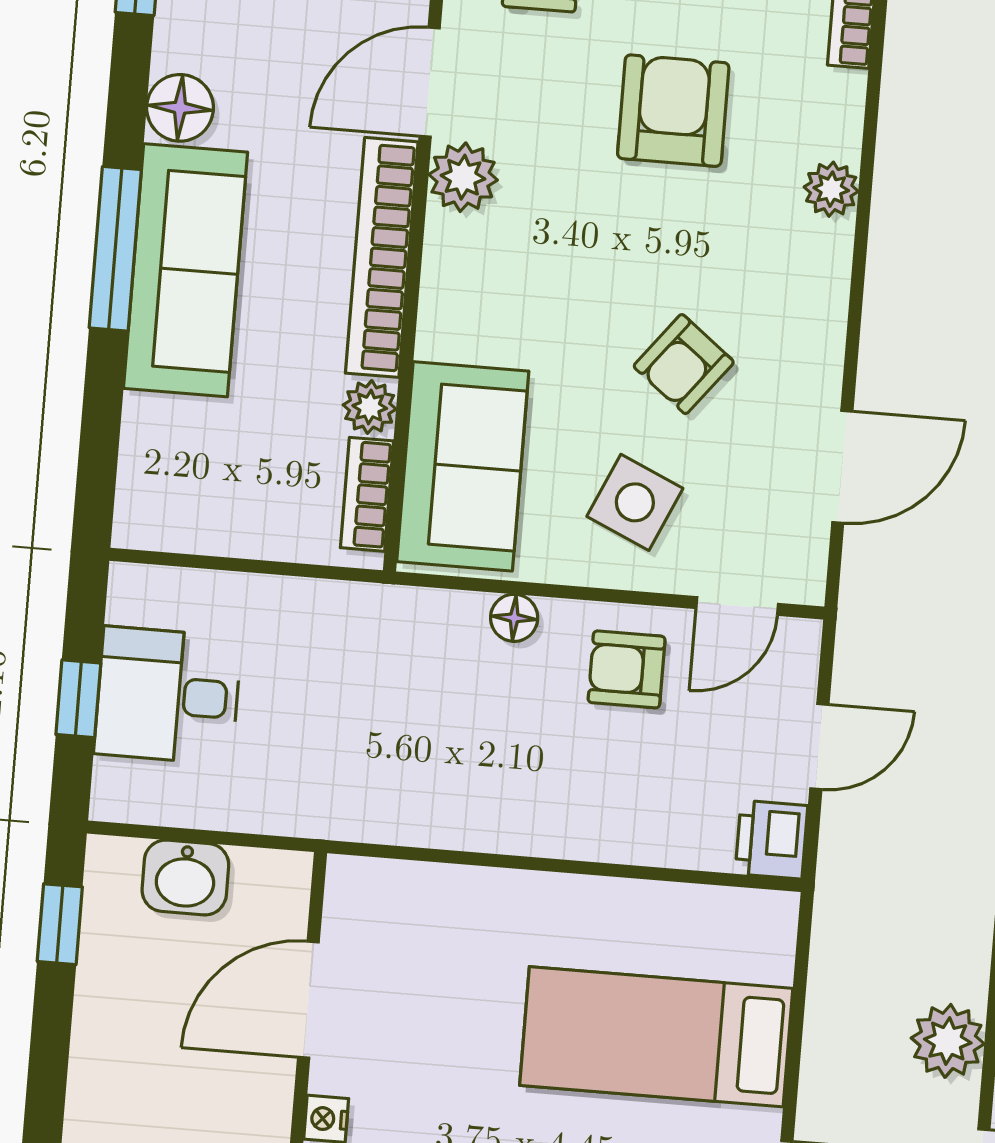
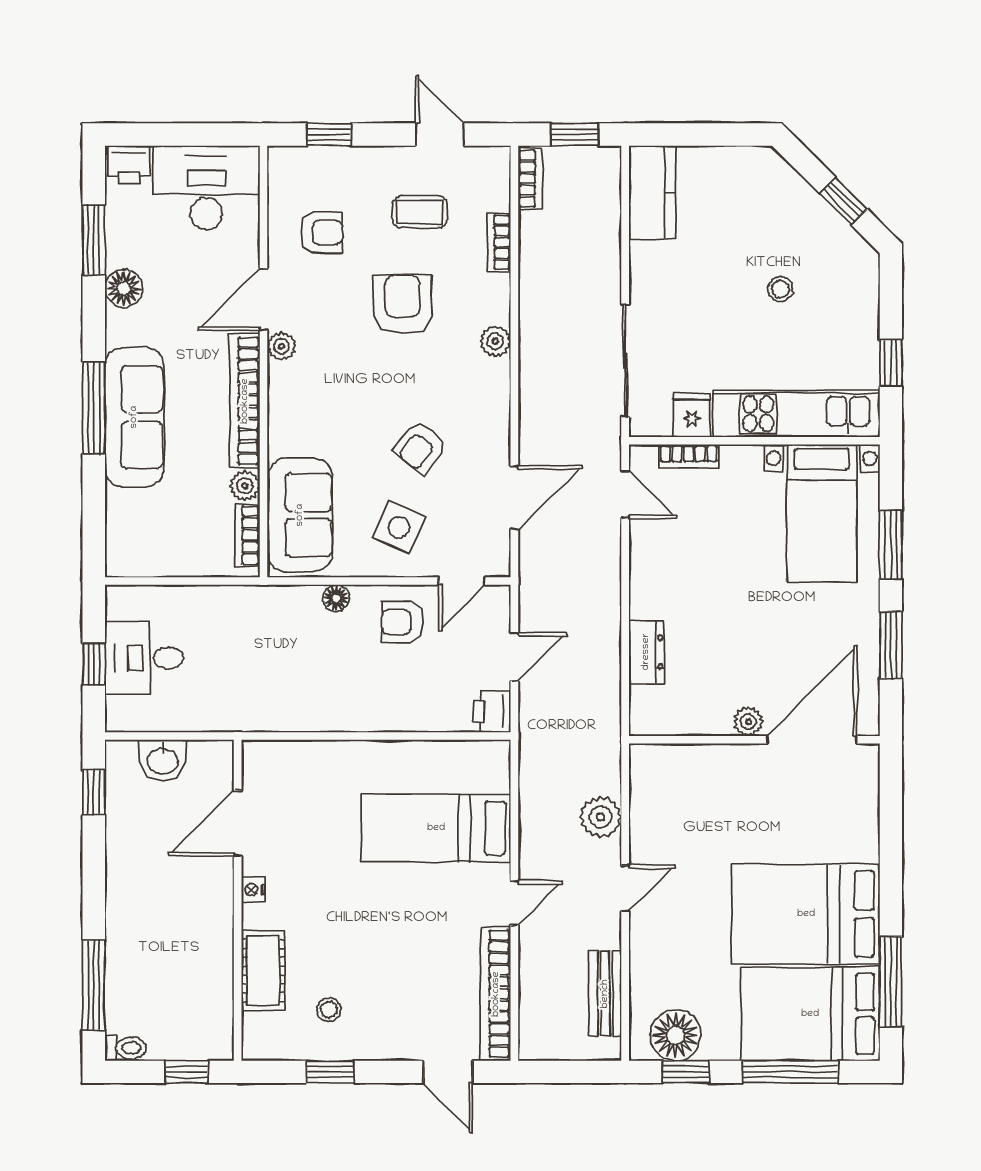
floor lamp: (180, 108) -> (124, 288), moved
plant: (463, 177) -> (281, 346), width x0.73, depth x0.73

